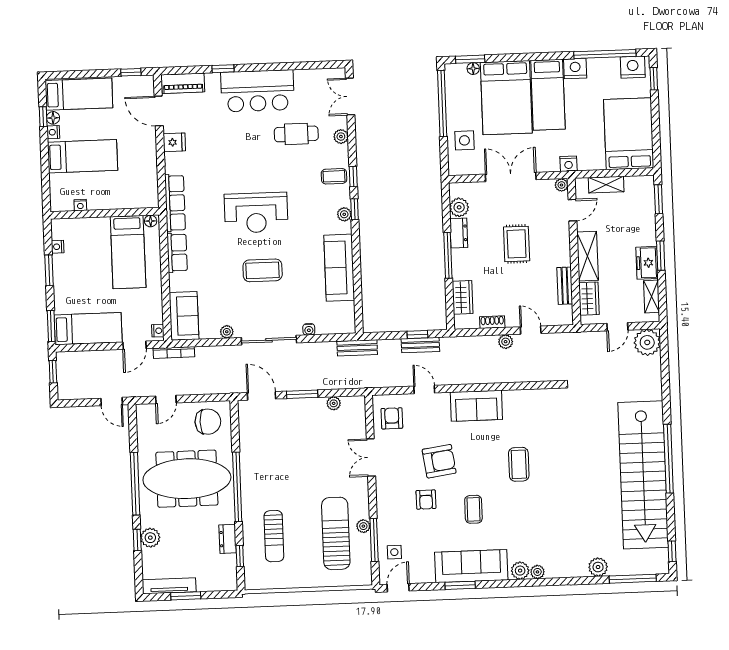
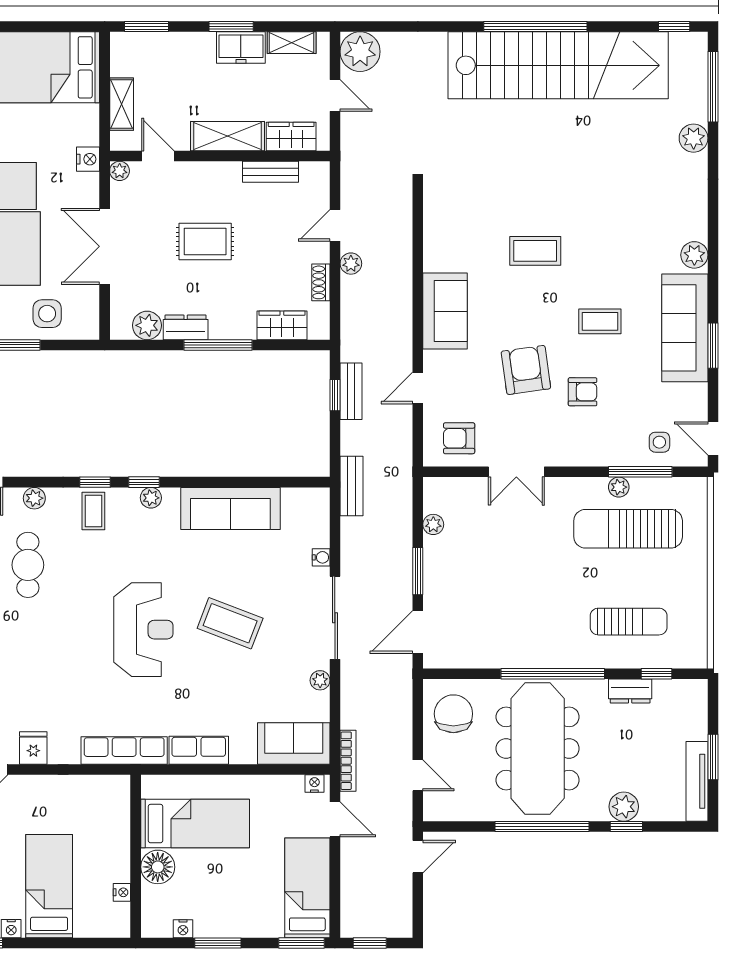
floor lamp: (151, 221) -> (158, 867), moved, width x1.89, depth x1.89
coffee table: (263, 270) -> (230, 623), turned -69
plant: (537, 572) -> (697, 229), removed

